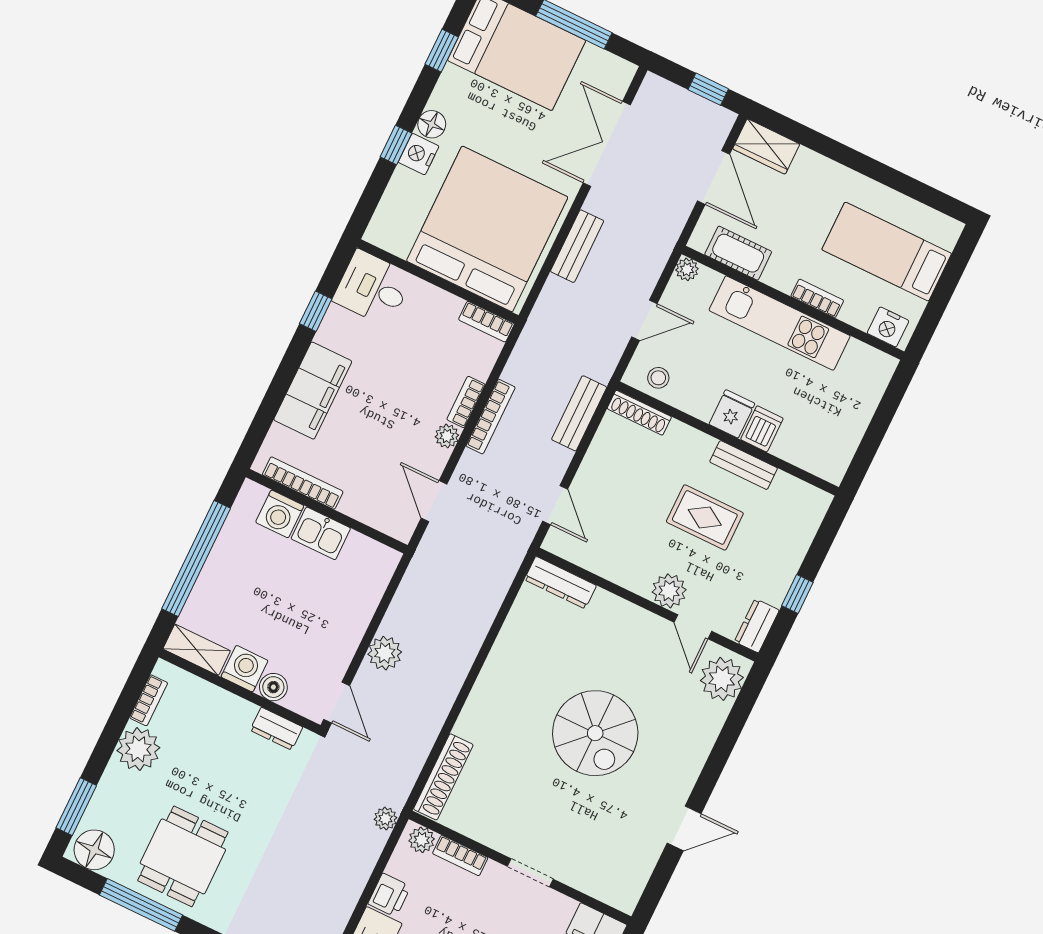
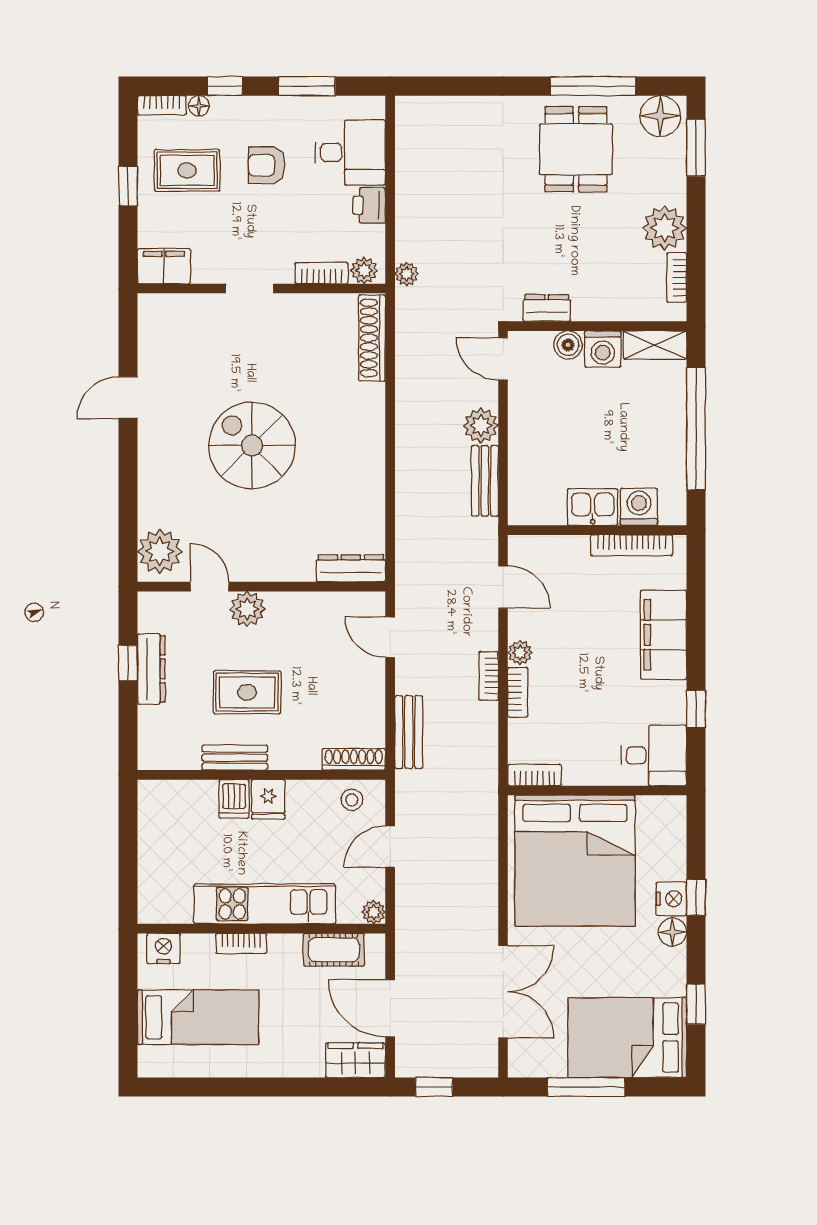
bench: (577, 246) -> (485, 481), moved
bookcase: (491, 417) -> (489, 676), width x0.64
dresser: (757, 626) -> (151, 669), moved, width x1.44

